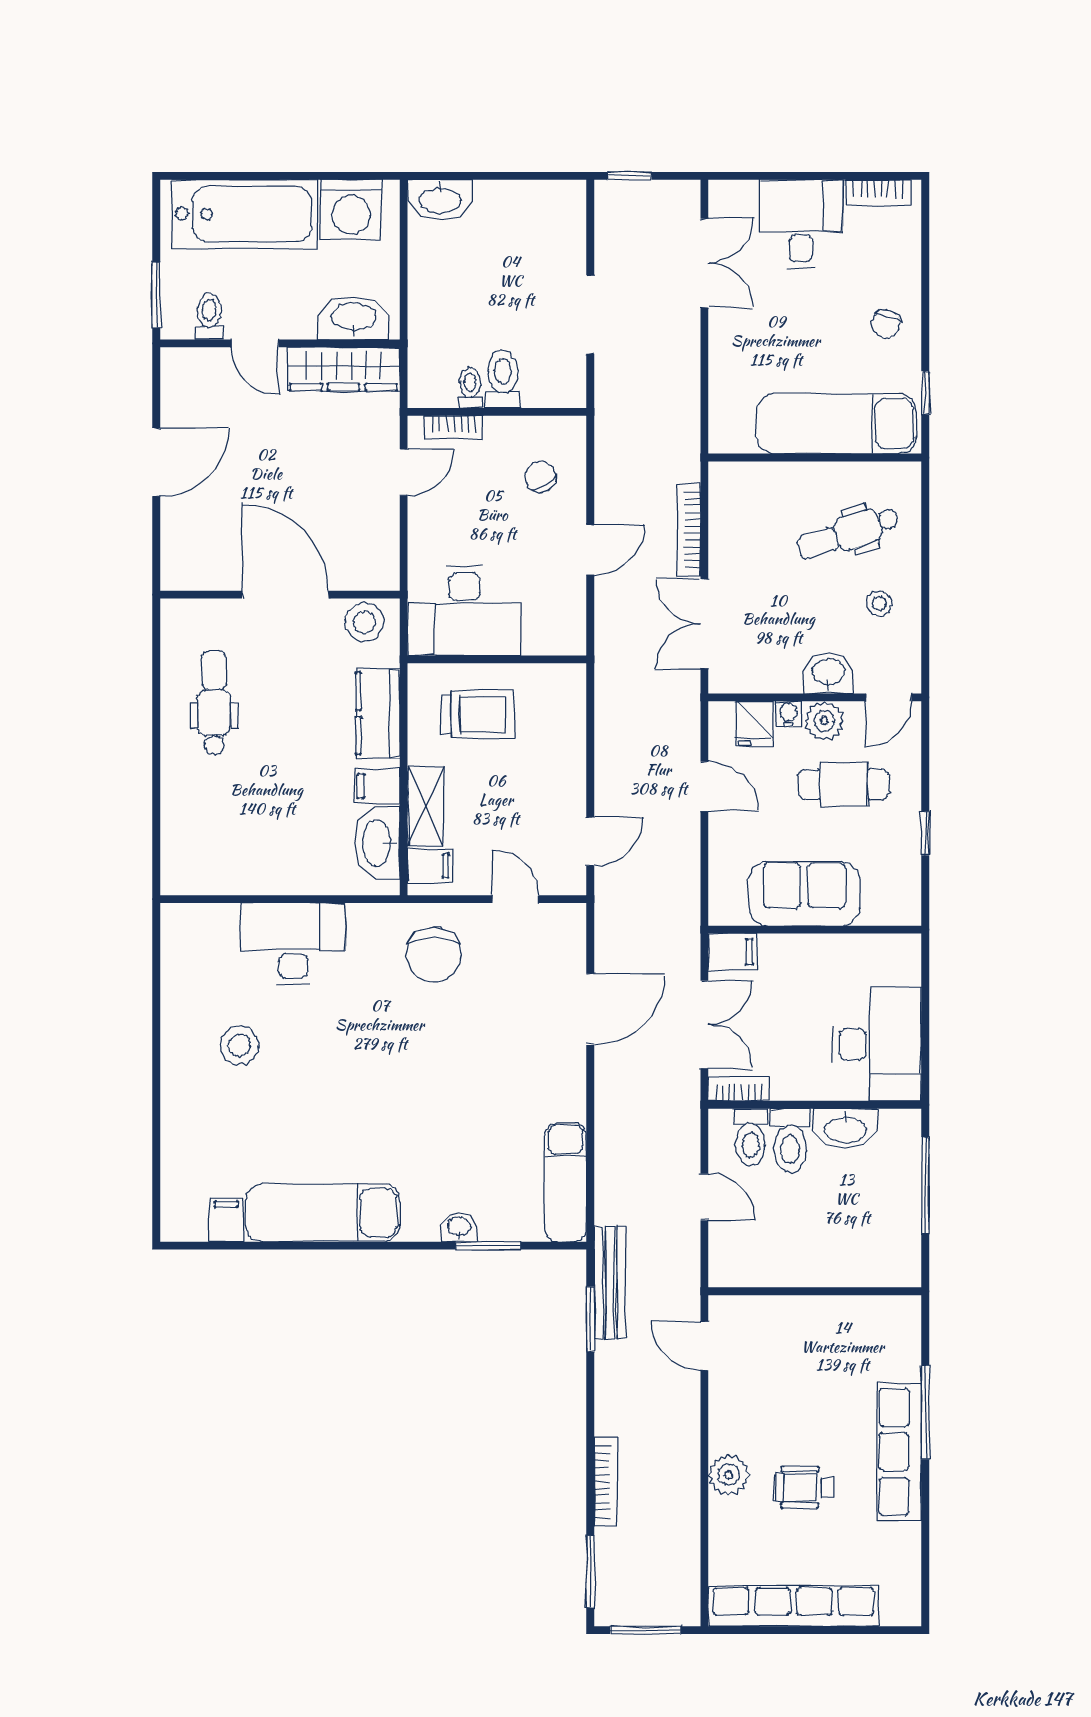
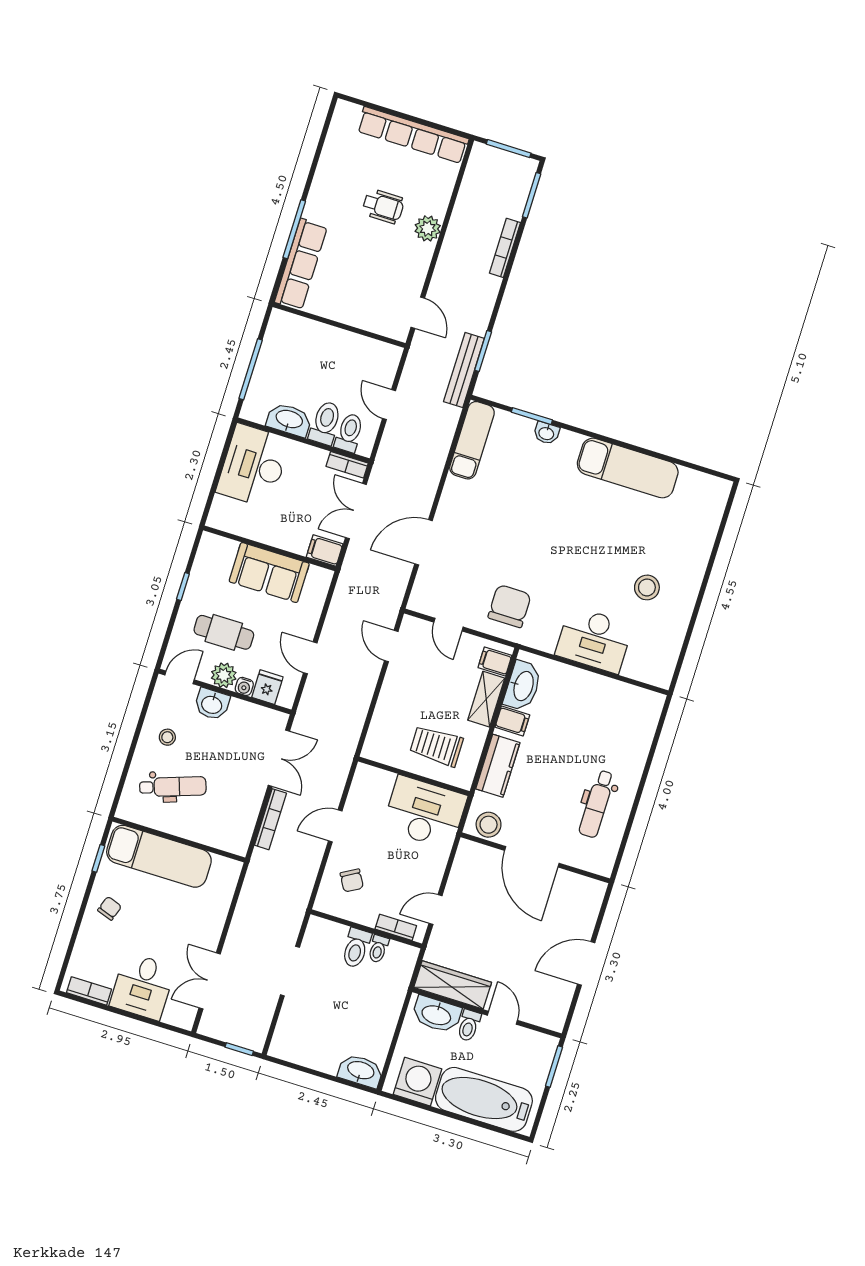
toilet: (209, 316) -> (469, 1025), moved
door: (590, 841) -> (391, 646), hinge flipped
filing cabinet: (226, 1220) -> (689, 482), removed
row of seats: (899, 1452) -> (301, 264), moved

